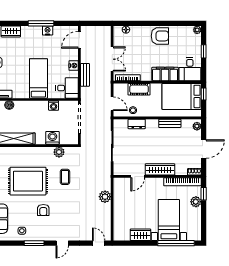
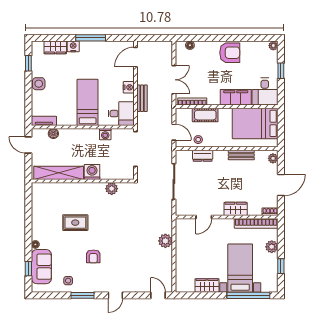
nightstand: (48, 31) -> (73, 46), moved
window: (204, 94) -> (281, 121), removed
washing machine: (52, 138) -> (92, 172), moved
wardrobe: (160, 169) -> (236, 209), width x0.67
coffee table: (65, 177) -> (119, 218), removed
rug: (28, 181) -> (75, 223), width x0.54, depth x0.49
window: (204, 194) -> (281, 266), moved

